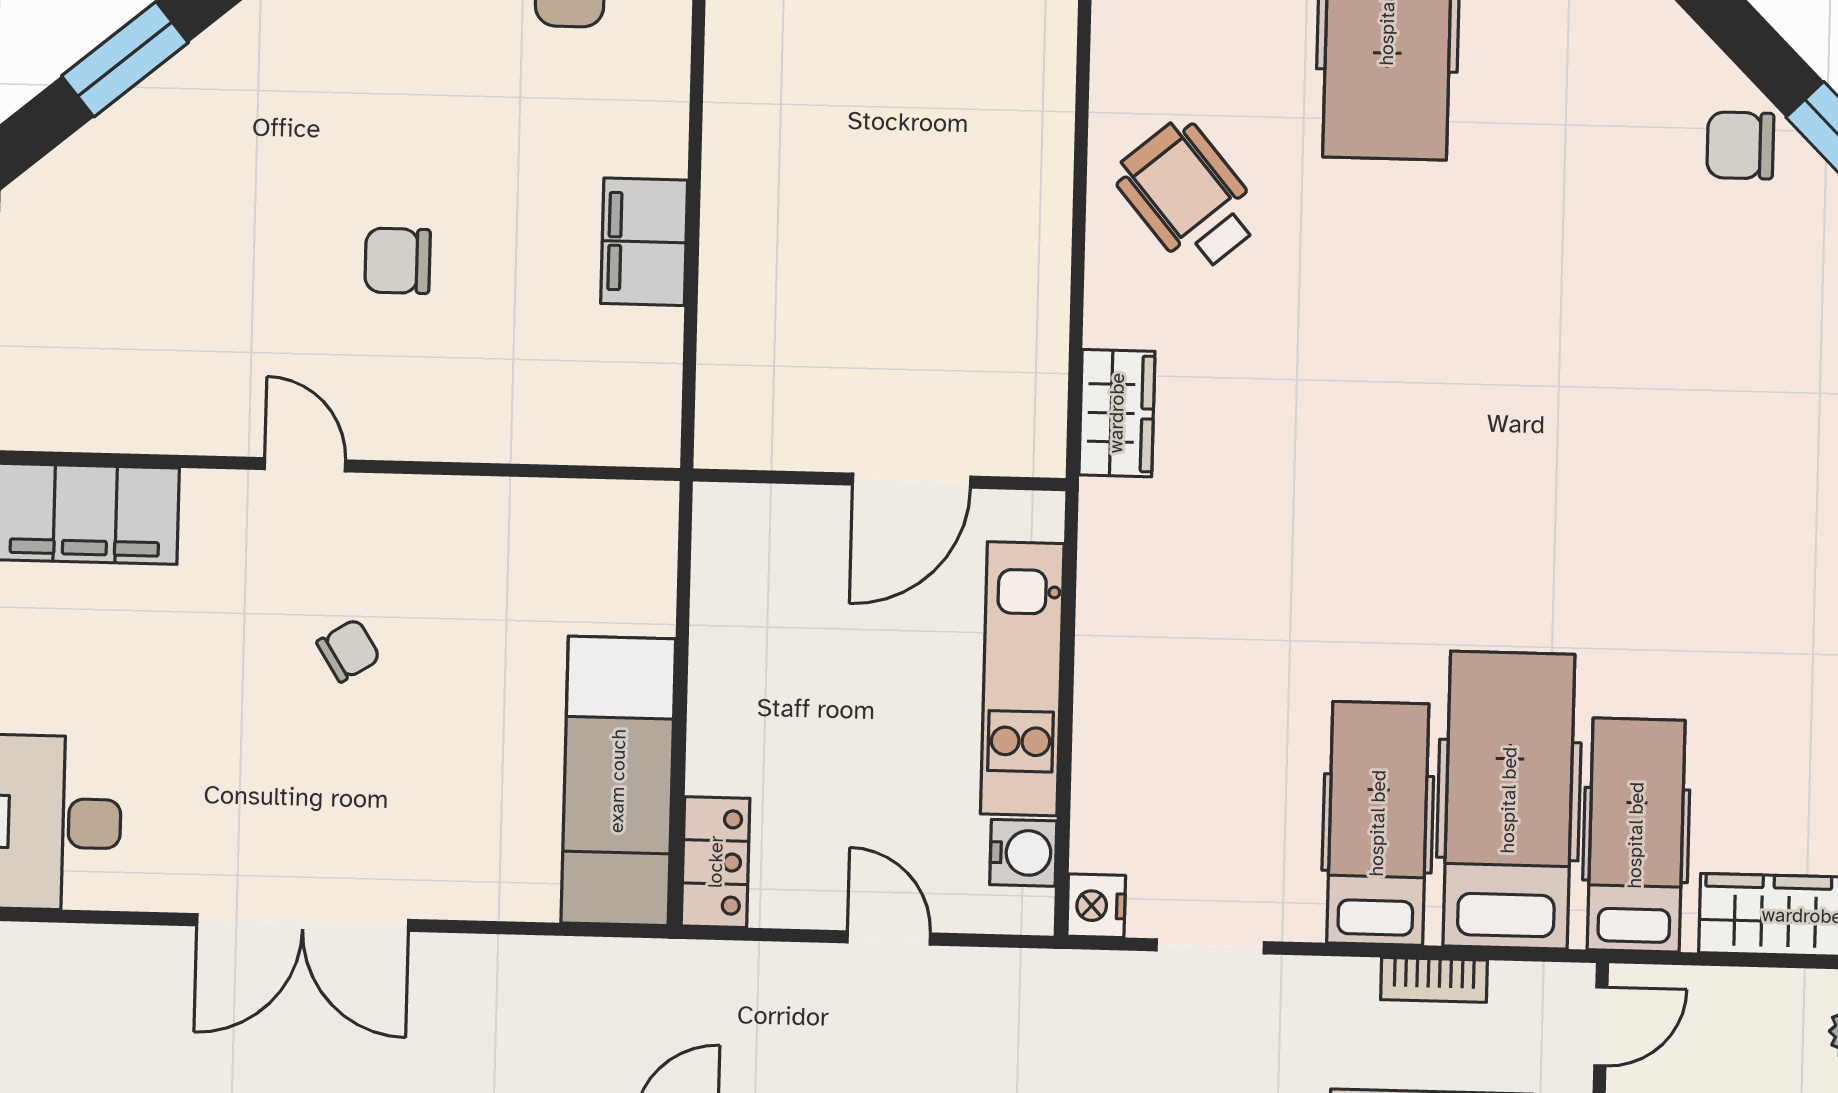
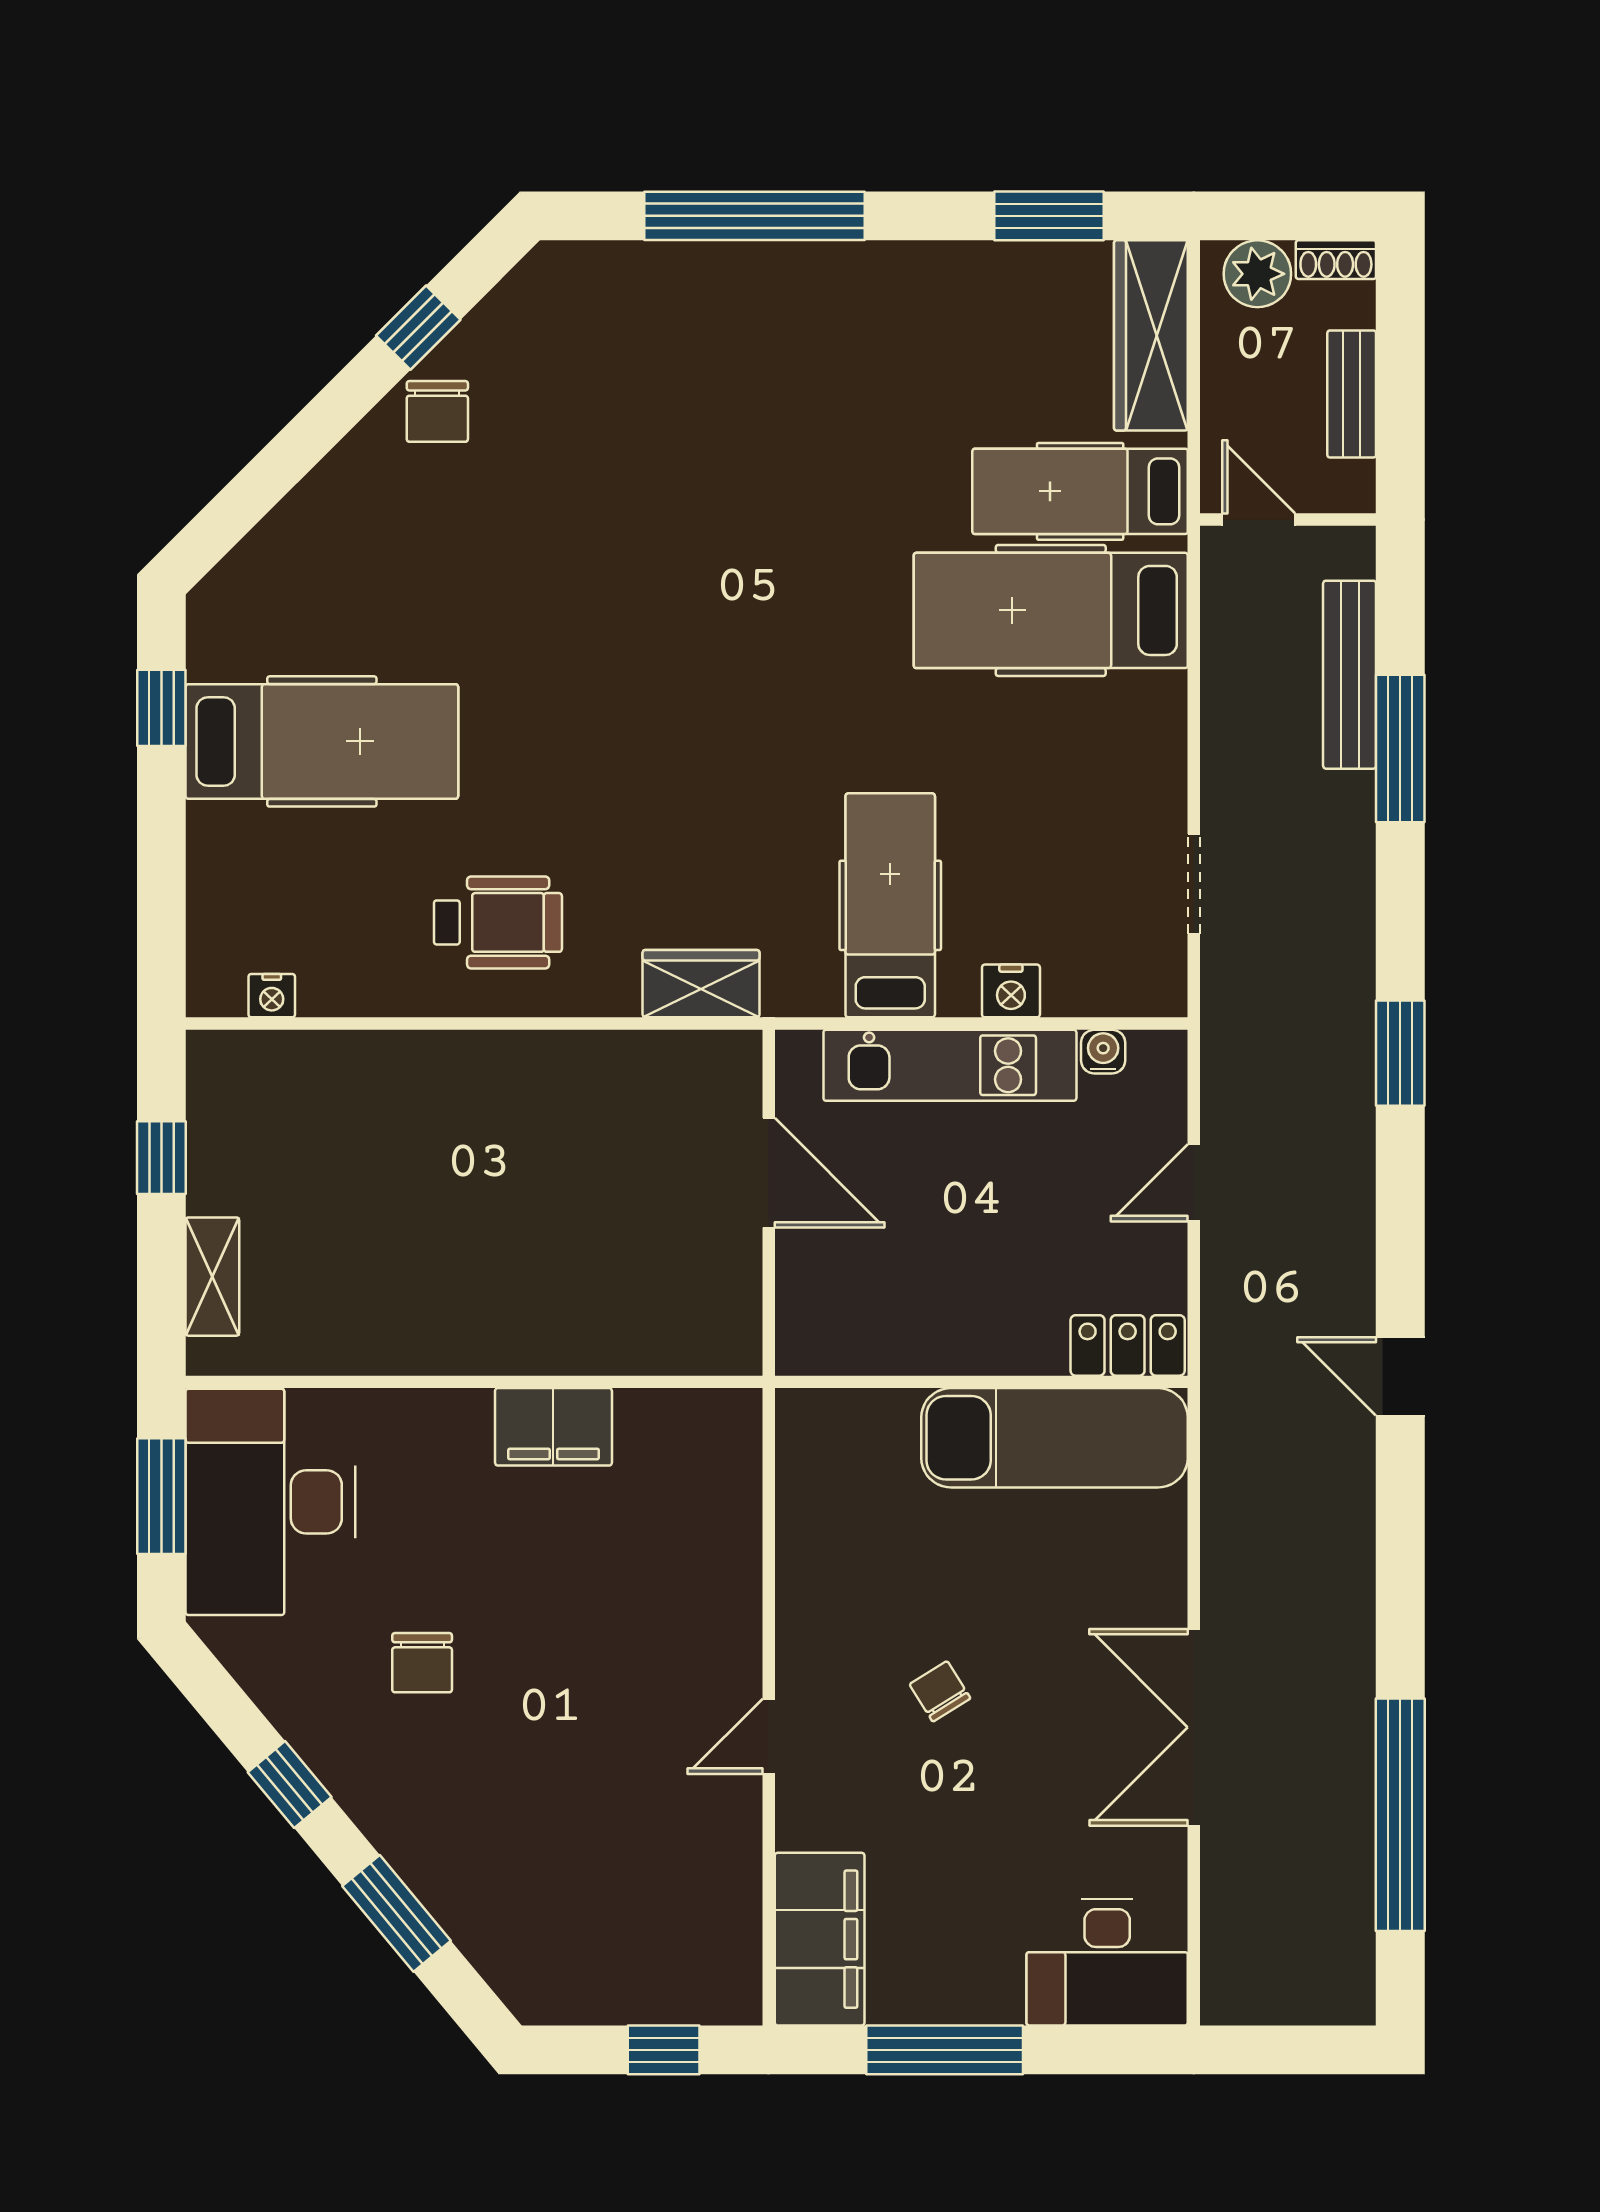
wheelchair: (1189, 196) -> (498, 922), turned -140
chair: (398, 261) -> (422, 1663), moved
hospital bed: (1378, 823) -> (890, 905), moved, turned 90
water cooler: (1023, 853) -> (1103, 1052), width x0.72, depth x0.72
nightstand: (1096, 906) -> (1011, 991), moved
double door: (303, 923) -> (1194, 1727), swing flipped
bookcase: (1434, 980) -> (1219, 676), removed

